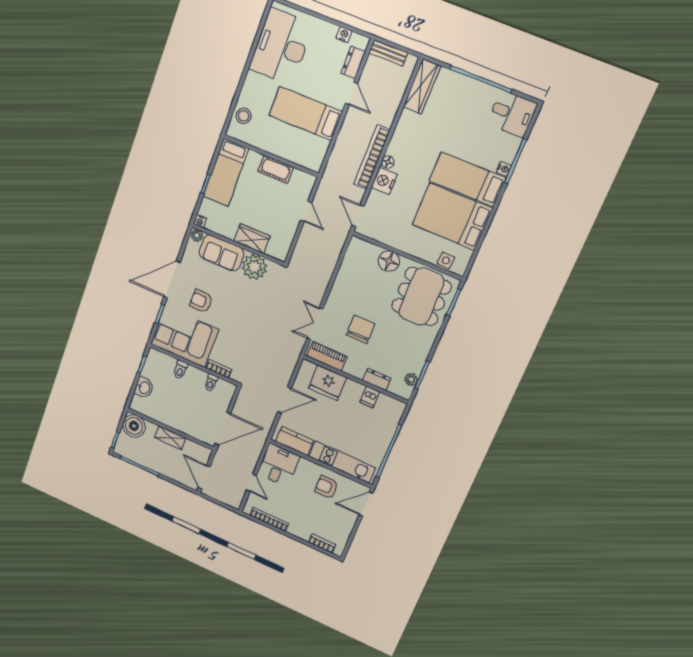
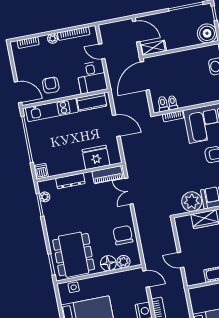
plant: (371, 252) -> (124, 262), added
double door: (315, 324) -> (129, 191), swing flipped
chair: (361, 329) -> (123, 235), moved, turned 180
toilet: (180, 370) -> (163, 104), moved
dresser: (377, 379) -> (70, 181), width x1.44
dishwasher: (370, 397) -> (41, 171), moved
door: (285, 400) -> (116, 126), swing flipped
shelving: (170, 438) -> (153, 48), moved
armchair: (326, 487) -> (51, 85), turned -90
door: (366, 504) -> (18, 92), hinge flipped
plant: (294, 530) -> (53, 39), added

